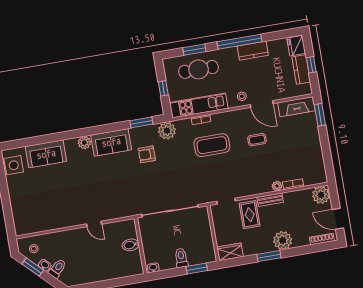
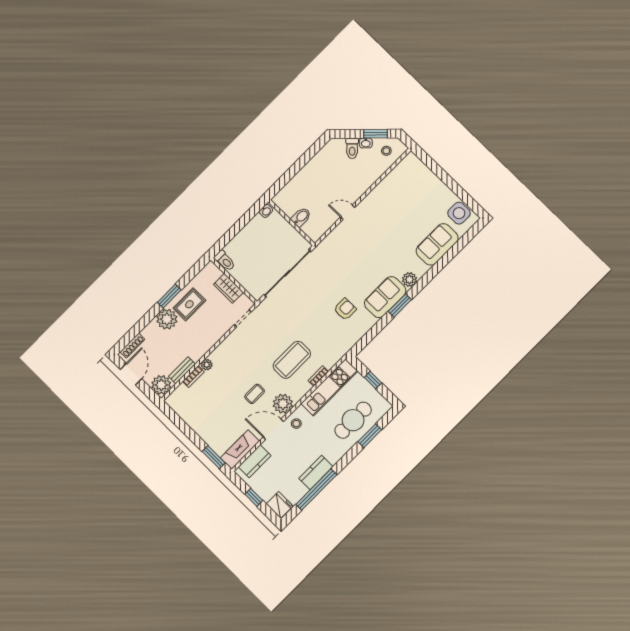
window: (240, 42) -> (316, 490), moved
kitchen counter: (301, 69) -> (255, 461), moved, turned 90
window: (141, 122) -> (400, 305), moved
plant: (167, 131) -> (283, 404), moved
bench: (270, 200) -> (182, 370), moved
rug: (250, 215) -> (189, 304), moved, turned 90
door: (338, 219) -> (131, 374), hinge flipped
wardrobe: (230, 252) -> (228, 288), moved, turned 90
toilet: (181, 258) -> (225, 261), moved
window: (197, 269) -> (226, 238), removed

